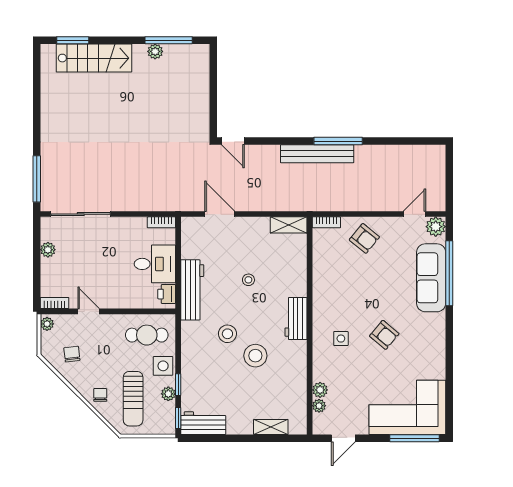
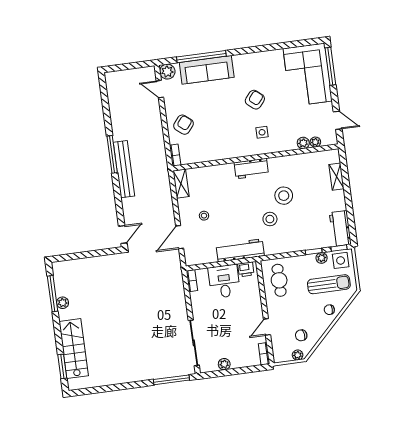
stool: (248, 280) -> (204, 216), moved
plant: (47, 324) -> (298, 355), moved
side table: (163, 366) -> (341, 260), moved

